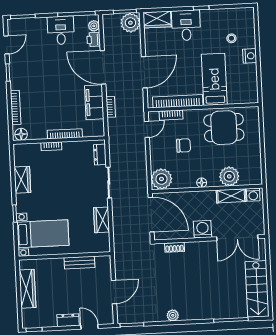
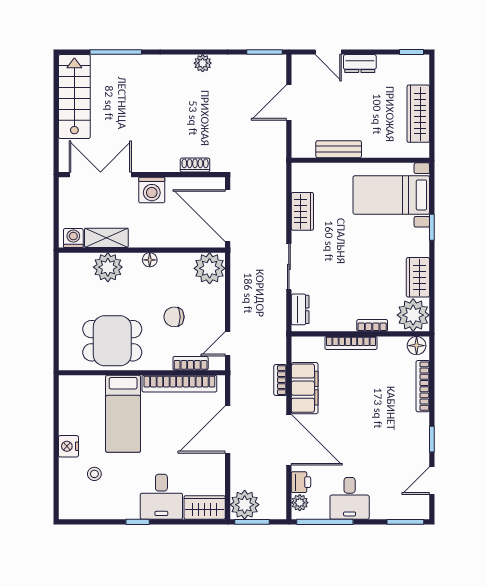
plant: (24, 154) -> (413, 315), added

